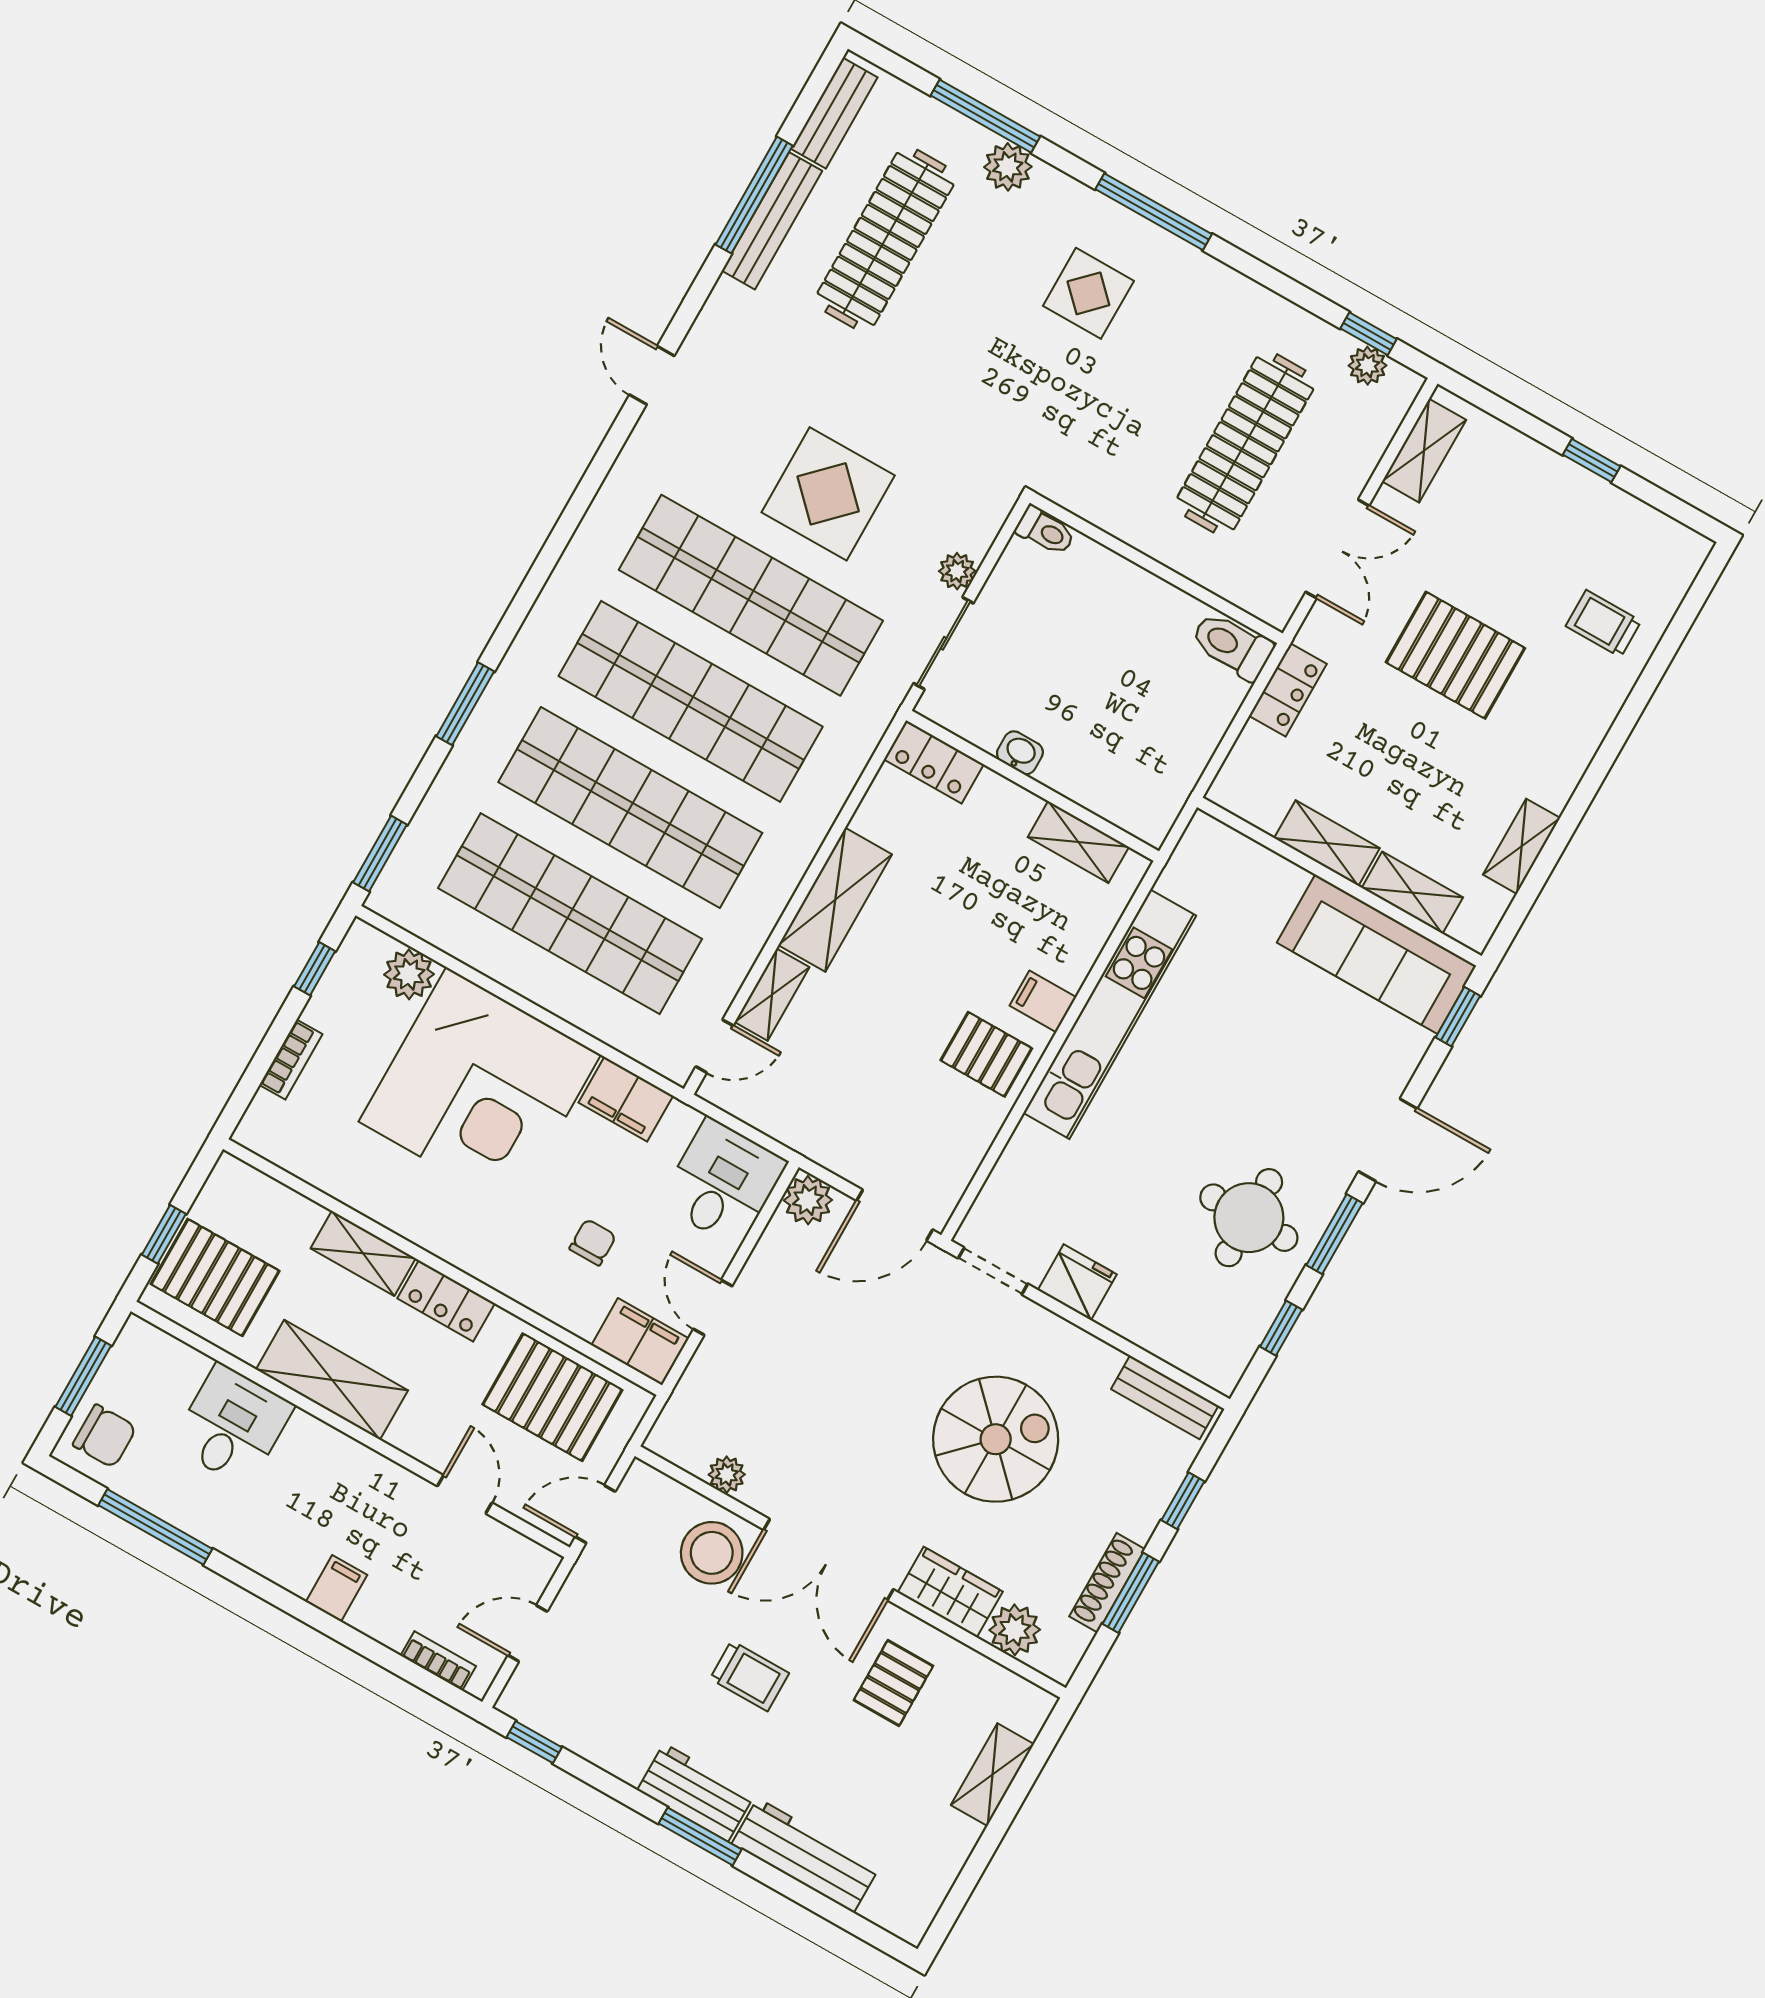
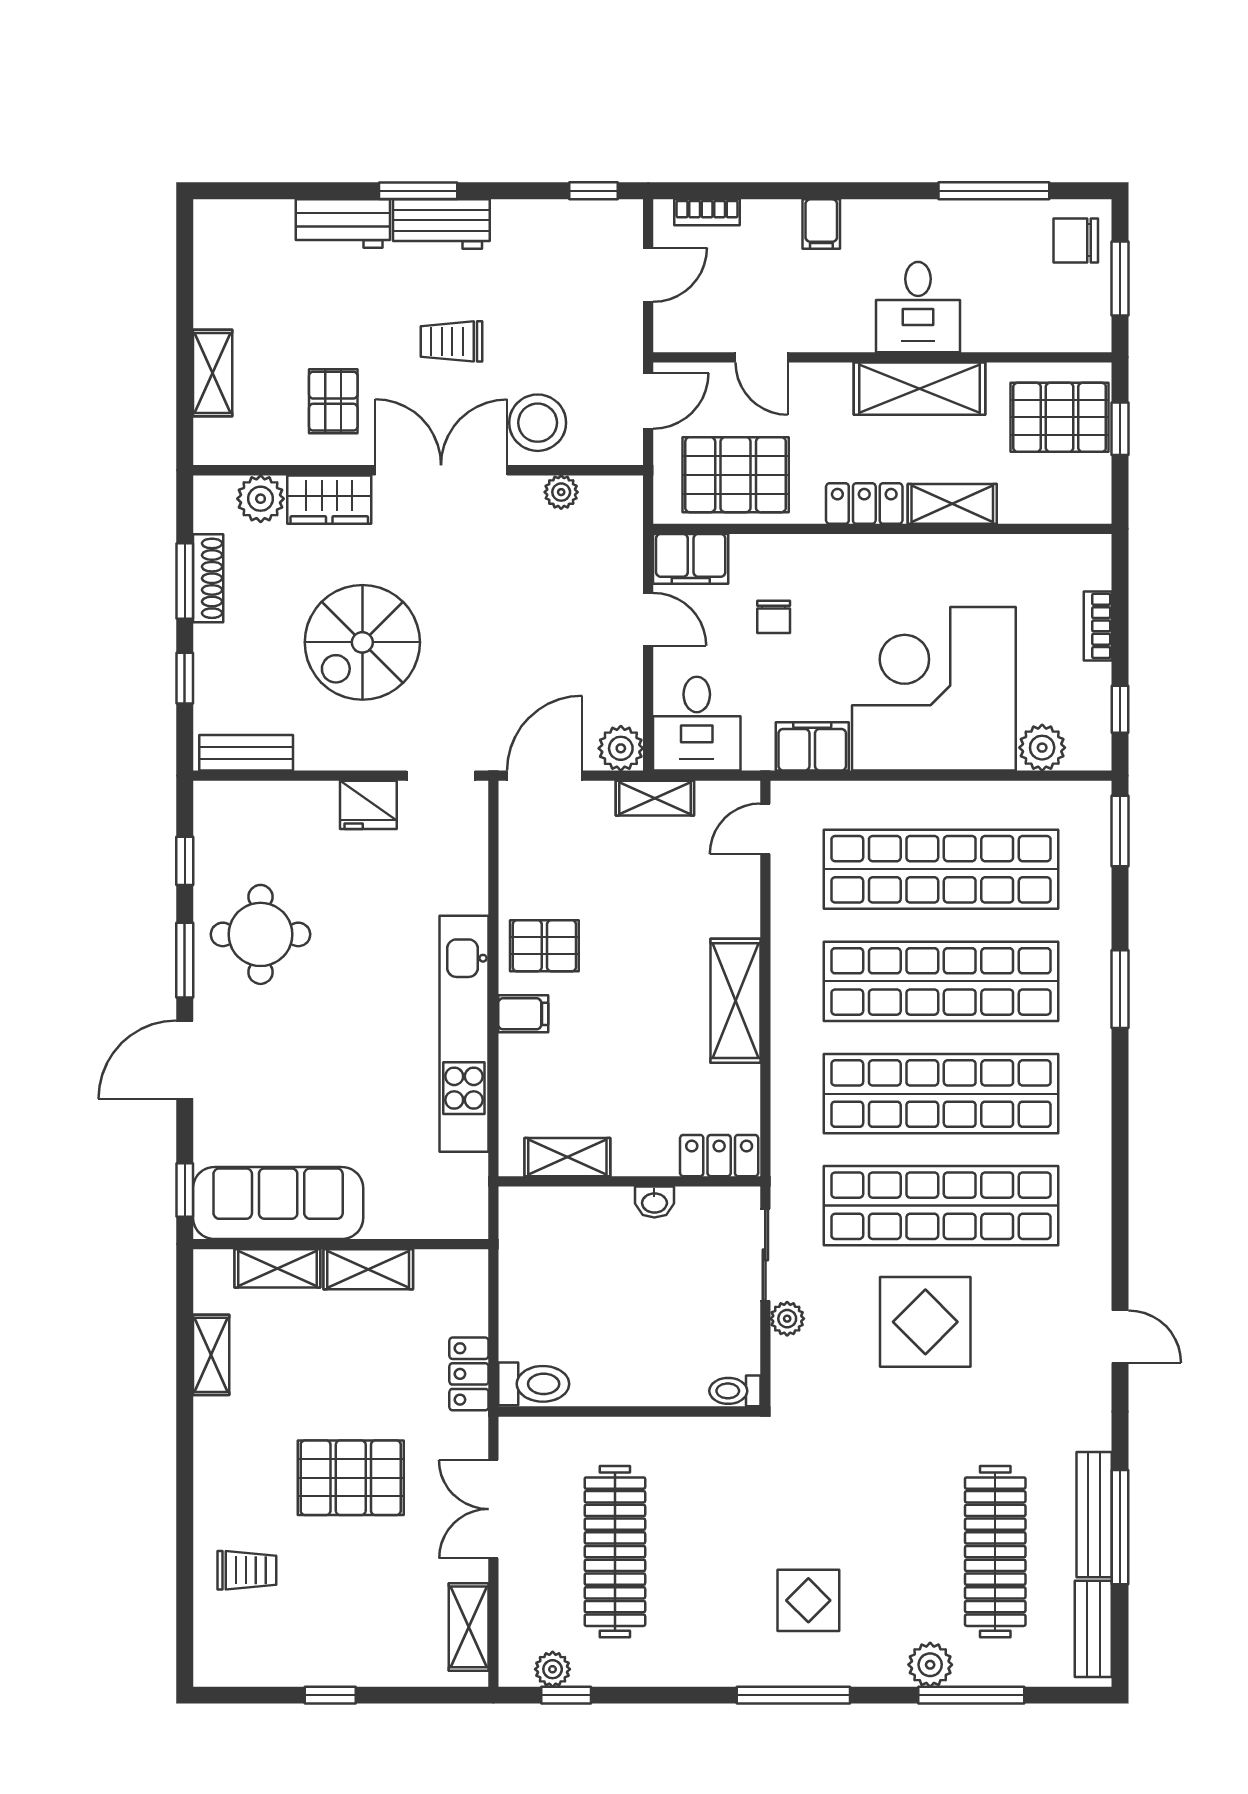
shelving: (772, 995) -> (655, 798), moved, turned 90
desk: (232, 1425) -> (918, 307), moved
workbench: (806, 1855) -> (343, 223), width x0.73

